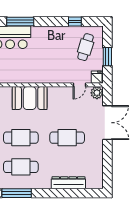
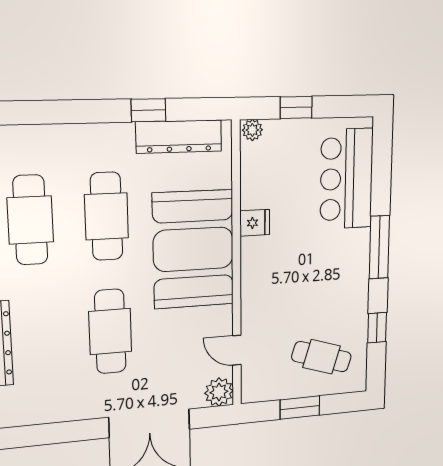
window: (20, 21) -> (379, 247), moved
fridge: (97, 77) -> (255, 223), moved
booth: (30, 98) -> (193, 249), width x1.36, depth x1.42

